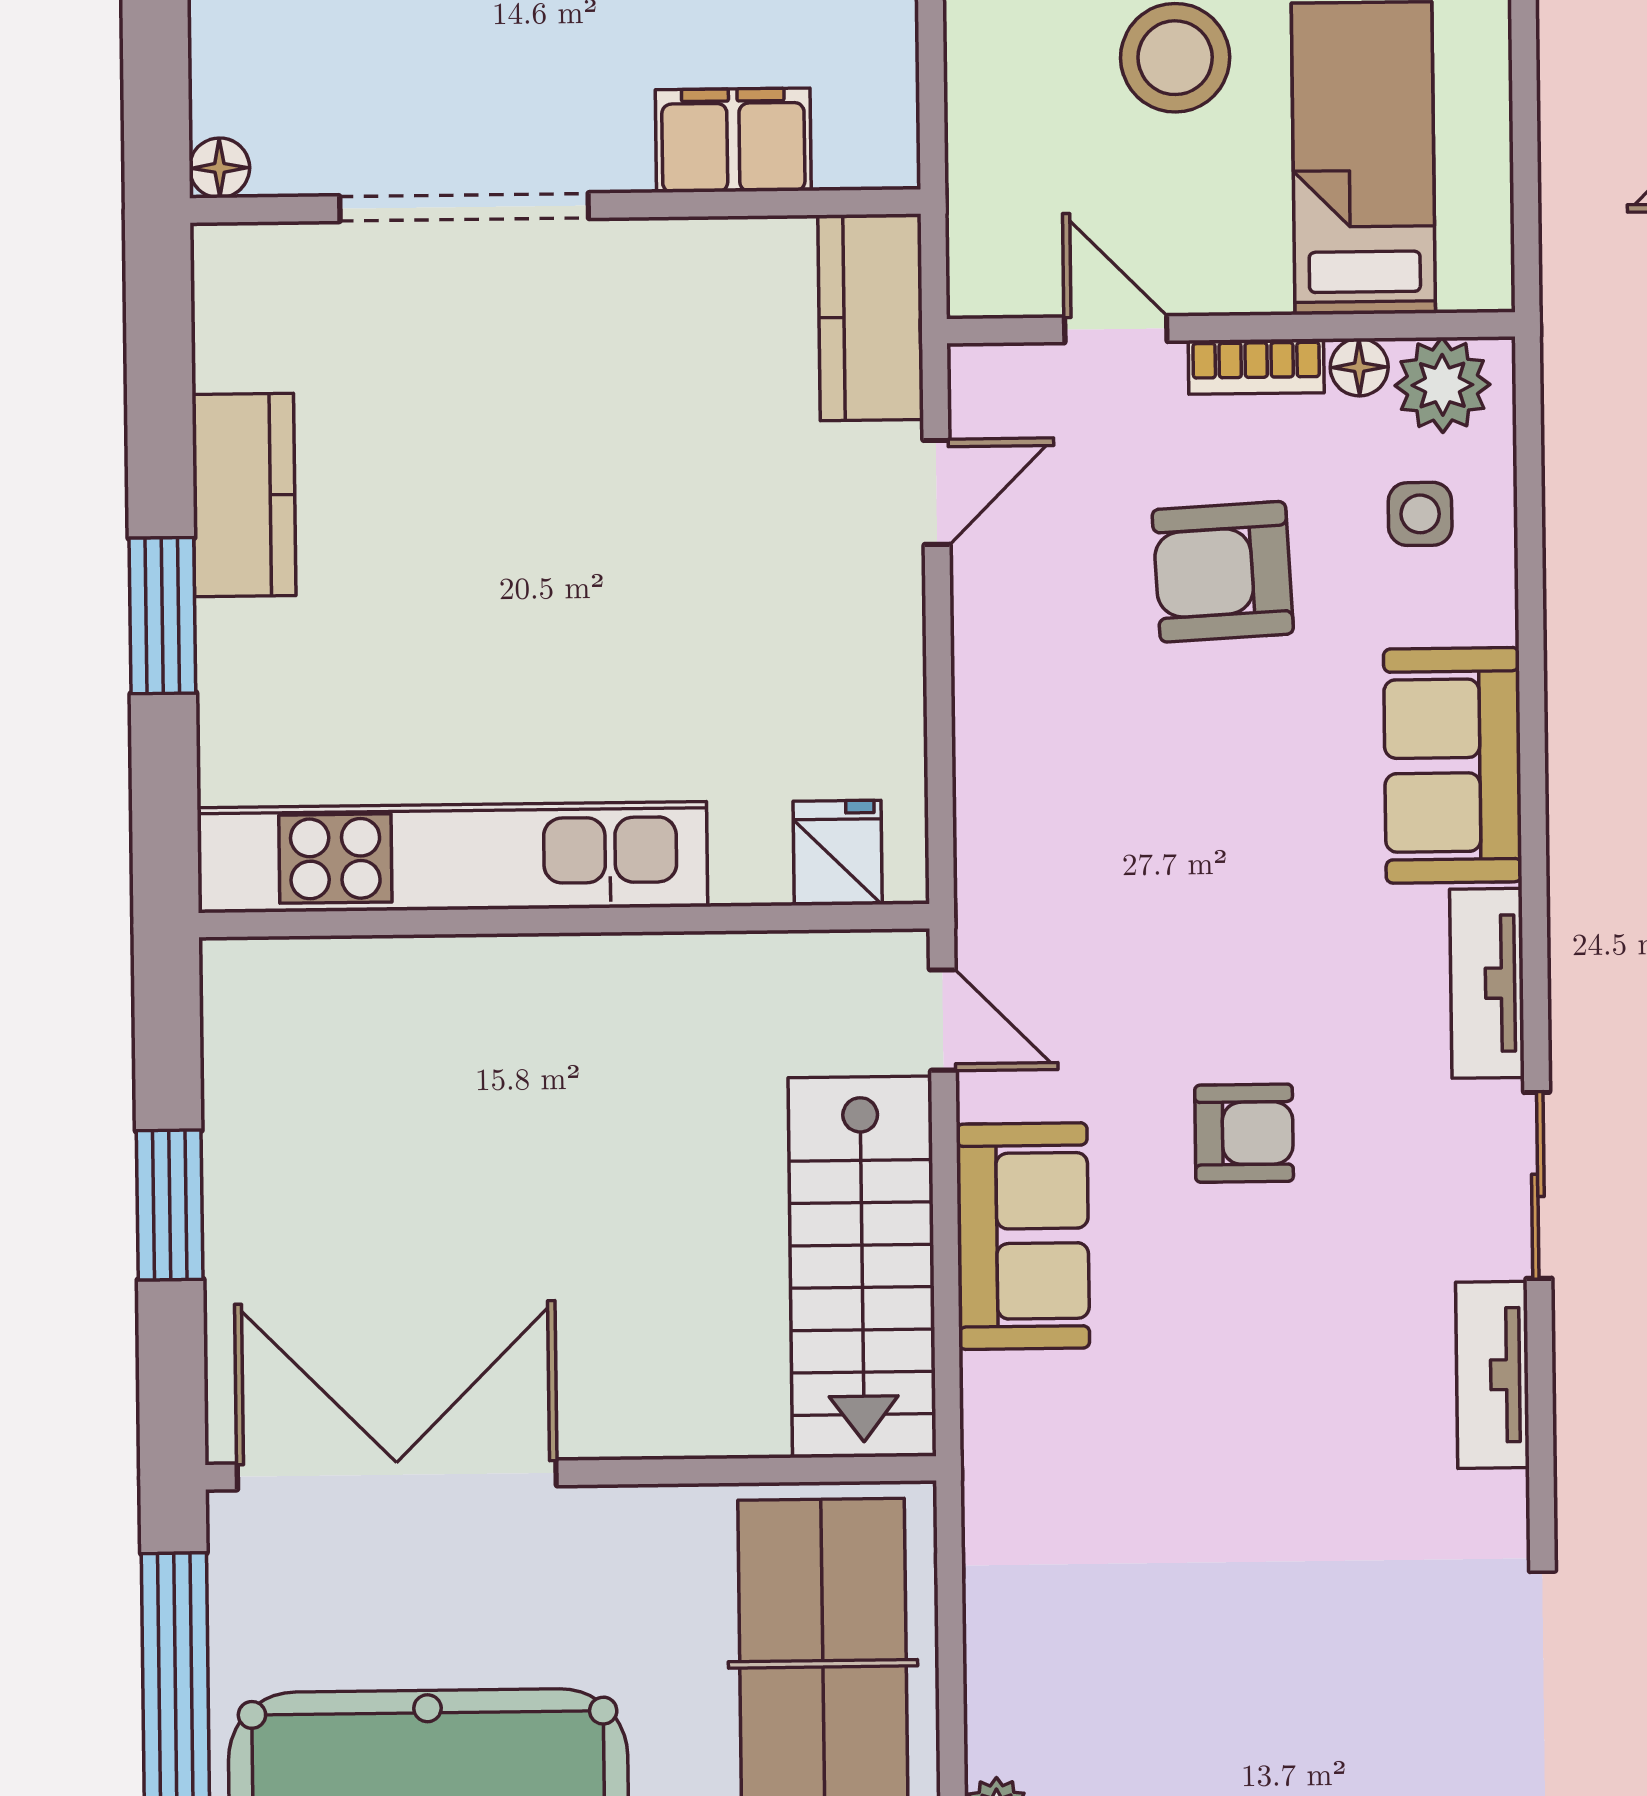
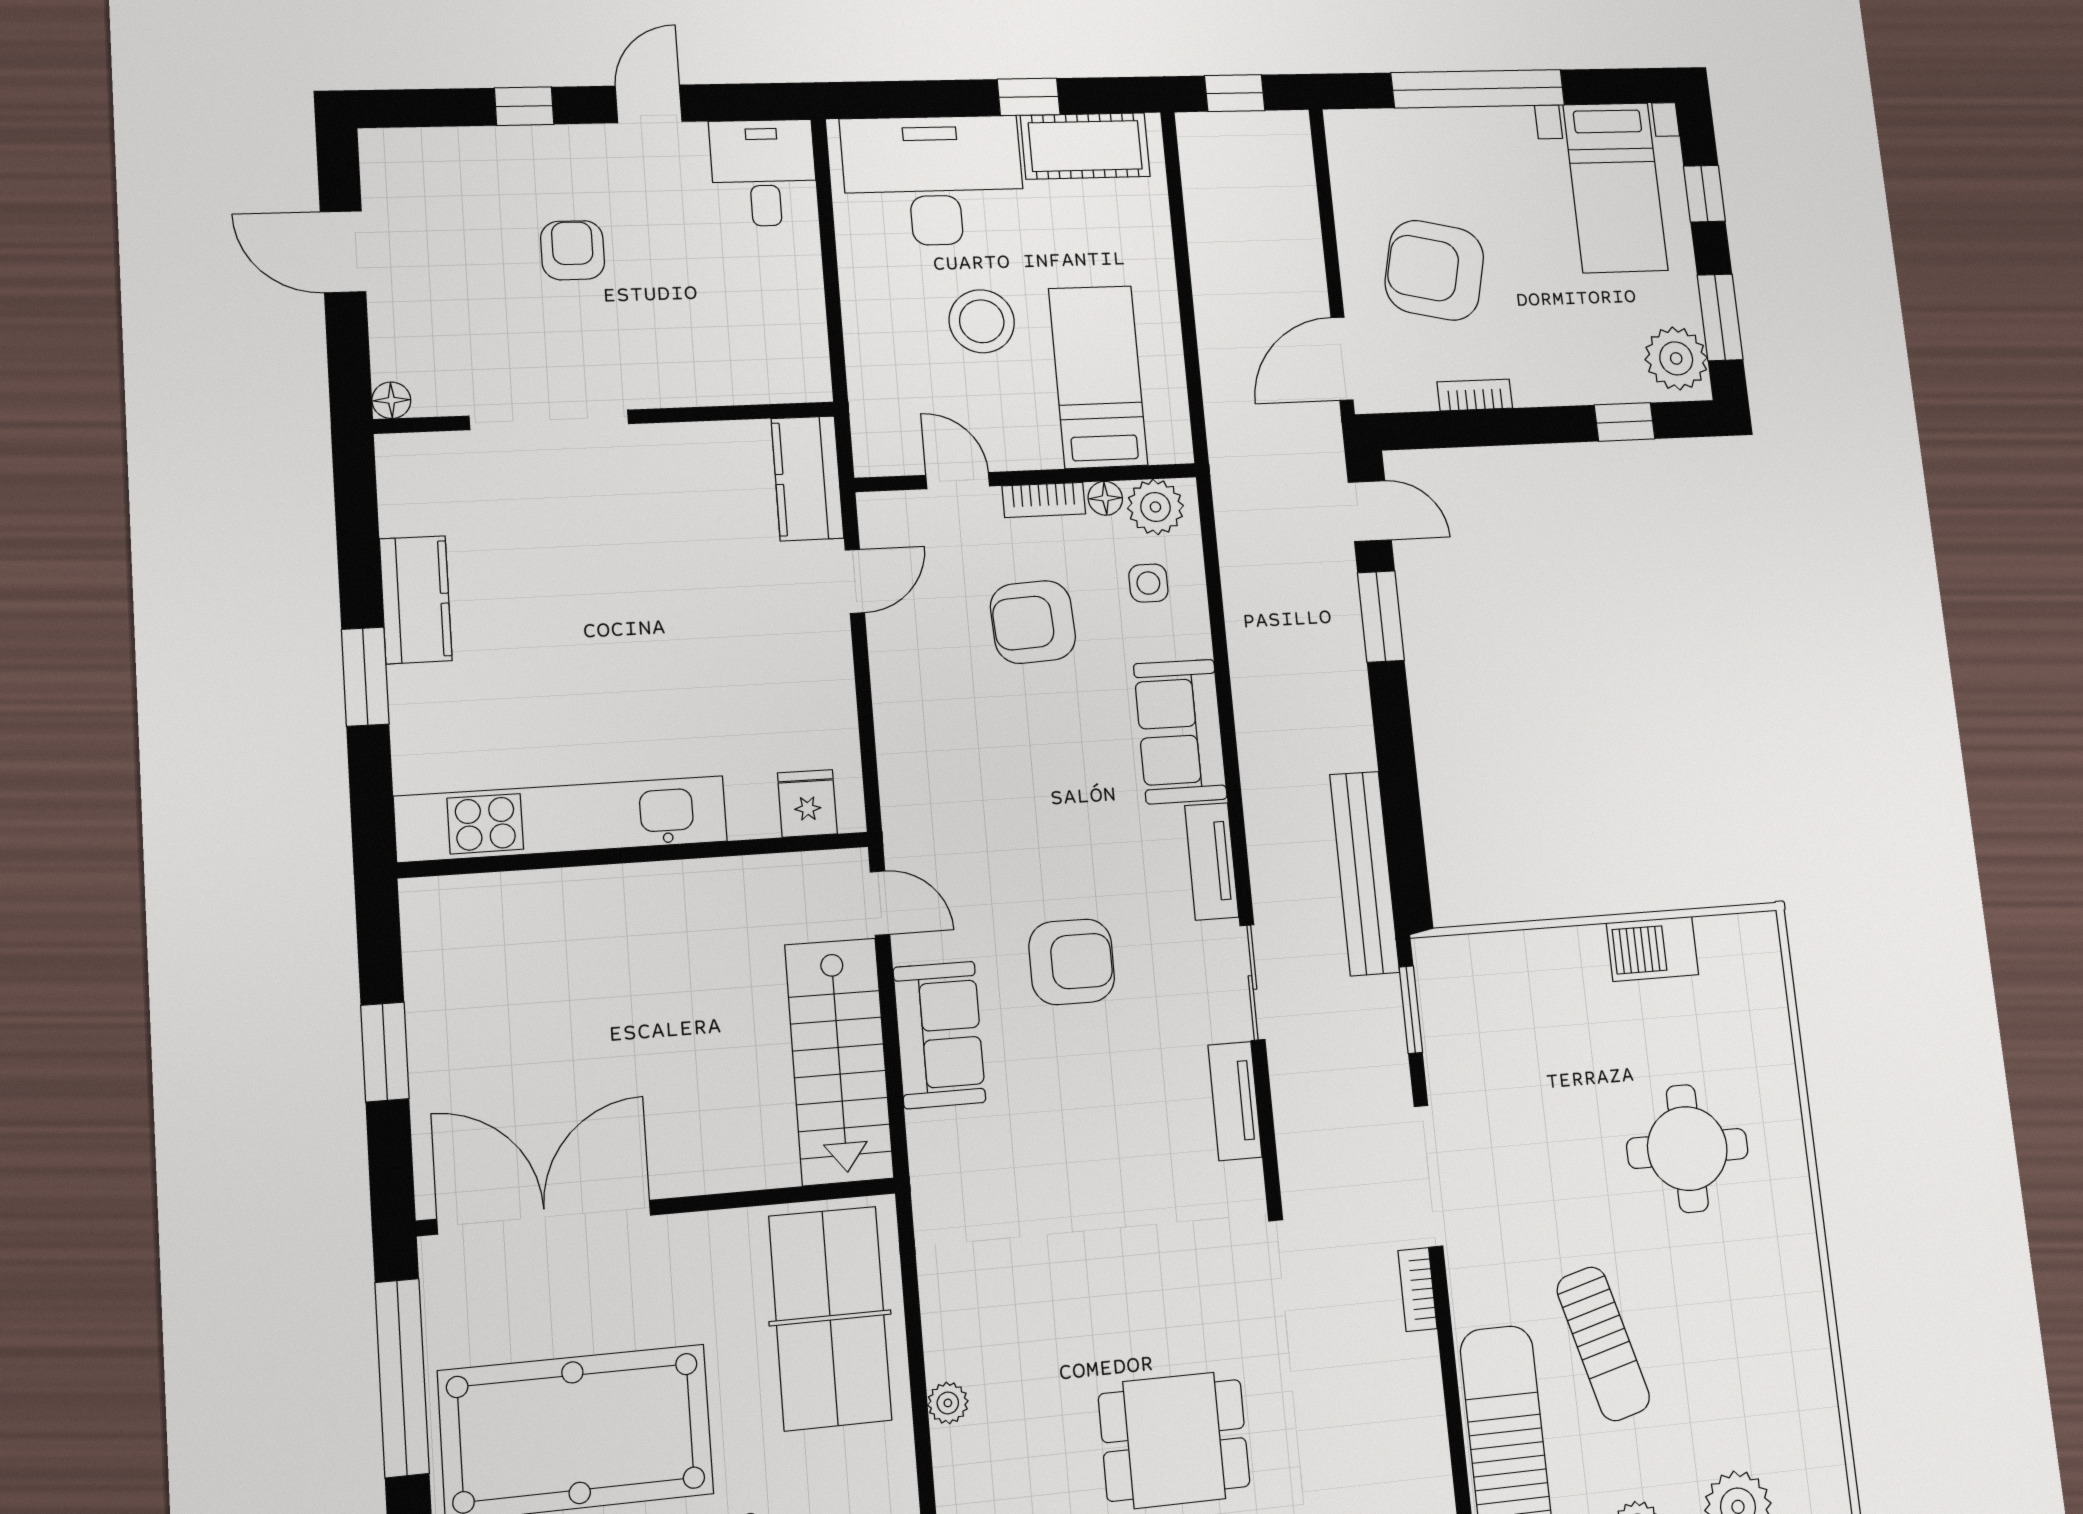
filing cabinet: (733, 140) -> (716, 376), removed
armchair: (1244, 1133) -> (1072, 962), width x1.38, depth x1.38

